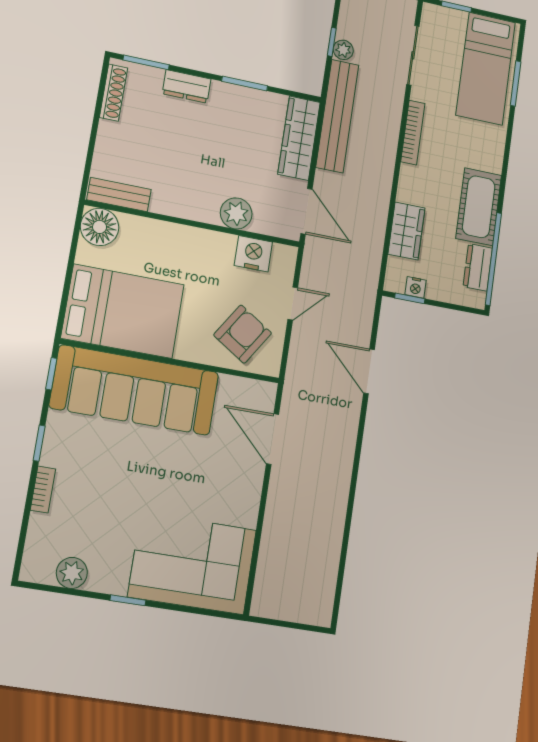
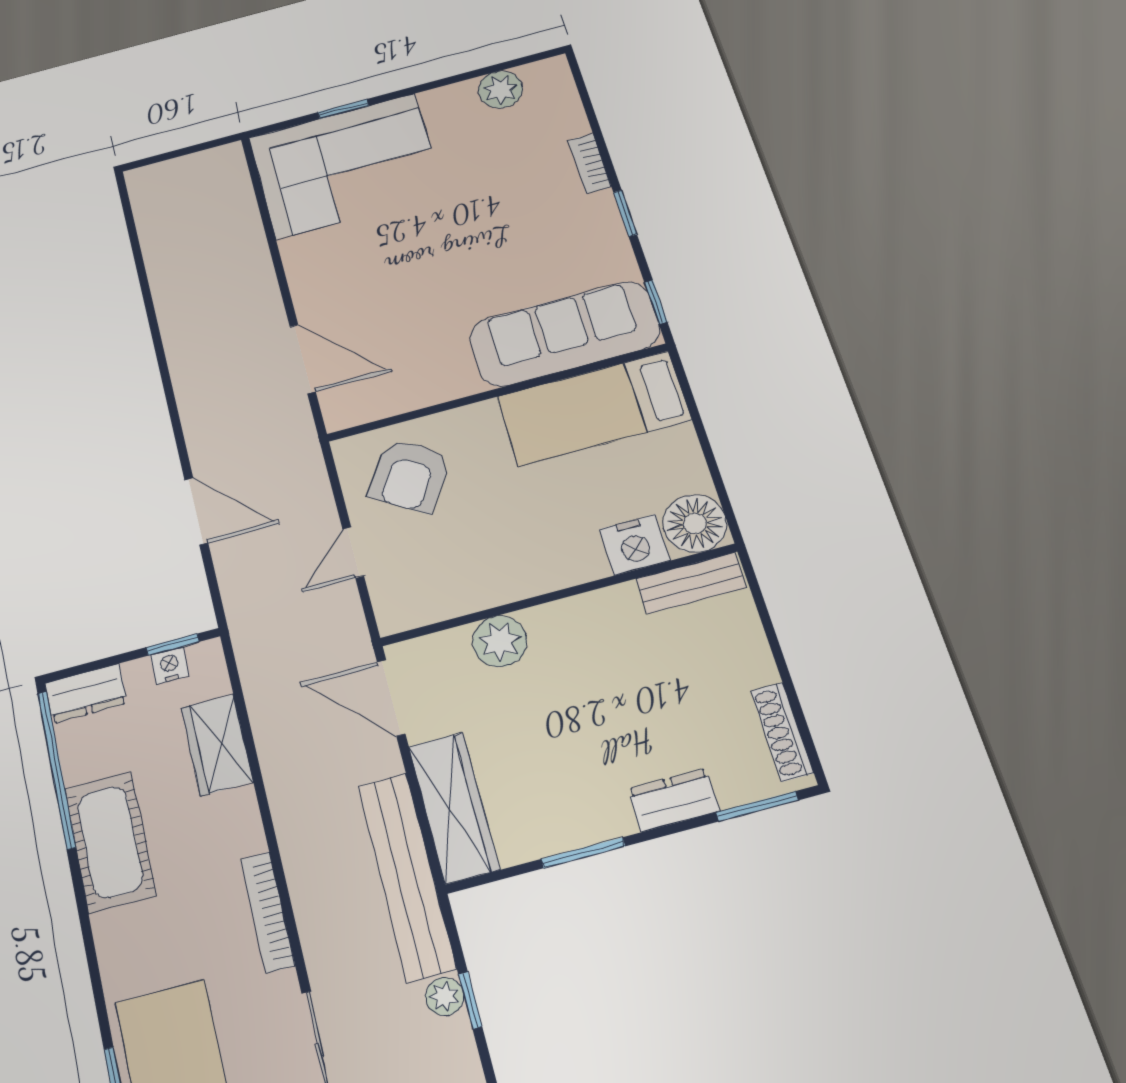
nightstand: (253, 254) -> (635, 545), moved
dresser: (478, 267) -> (86, 693), moved, turned 90
bed: (123, 311) -> (594, 408), width x0.67
sofa: (134, 390) -> (565, 334), width x0.74, depth x0.79
window: (128, 600) -> (343, 109), moved

